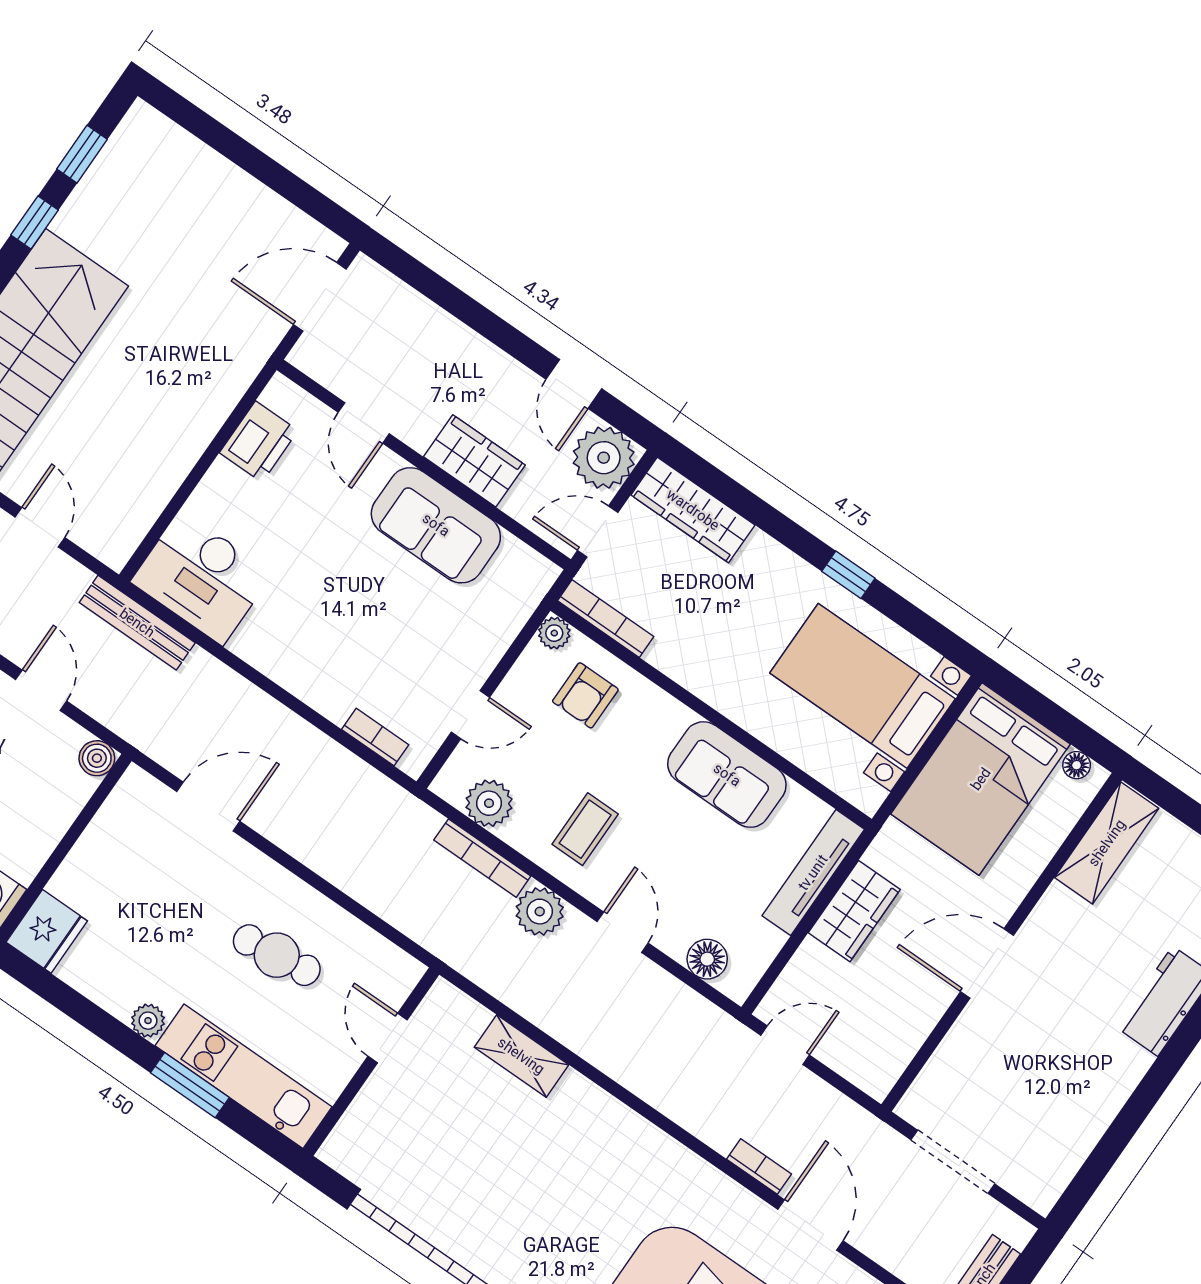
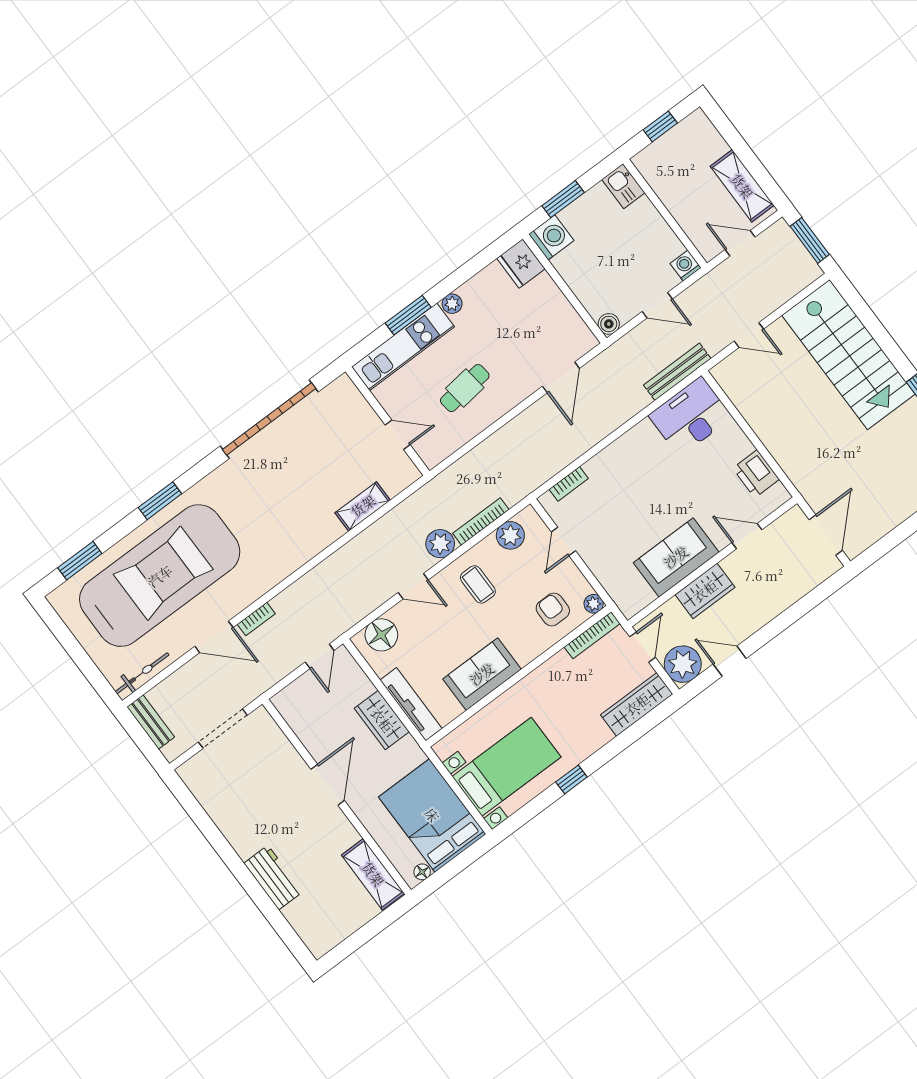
floor lamp: (707, 959) -> (381, 635), width x1.38, depth x1.38

